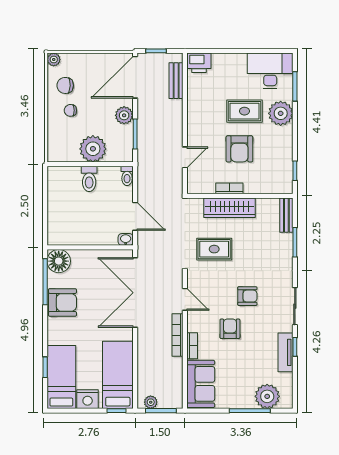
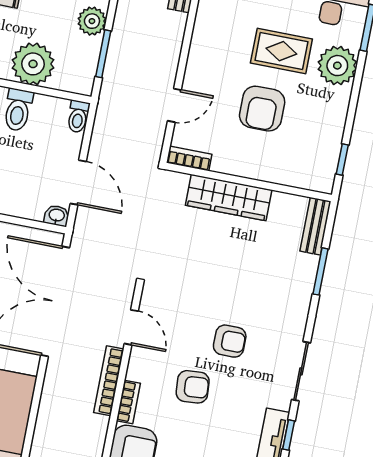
bookcase: (229, 188) -> (189, 158), moved
rug: (214, 249) -> (192, 258), removed
armchair: (230, 329) -> (193, 387), turned 86

